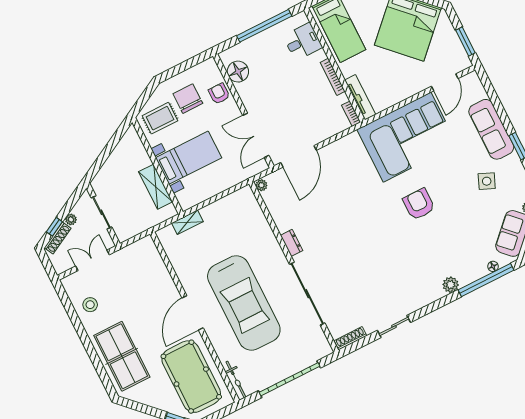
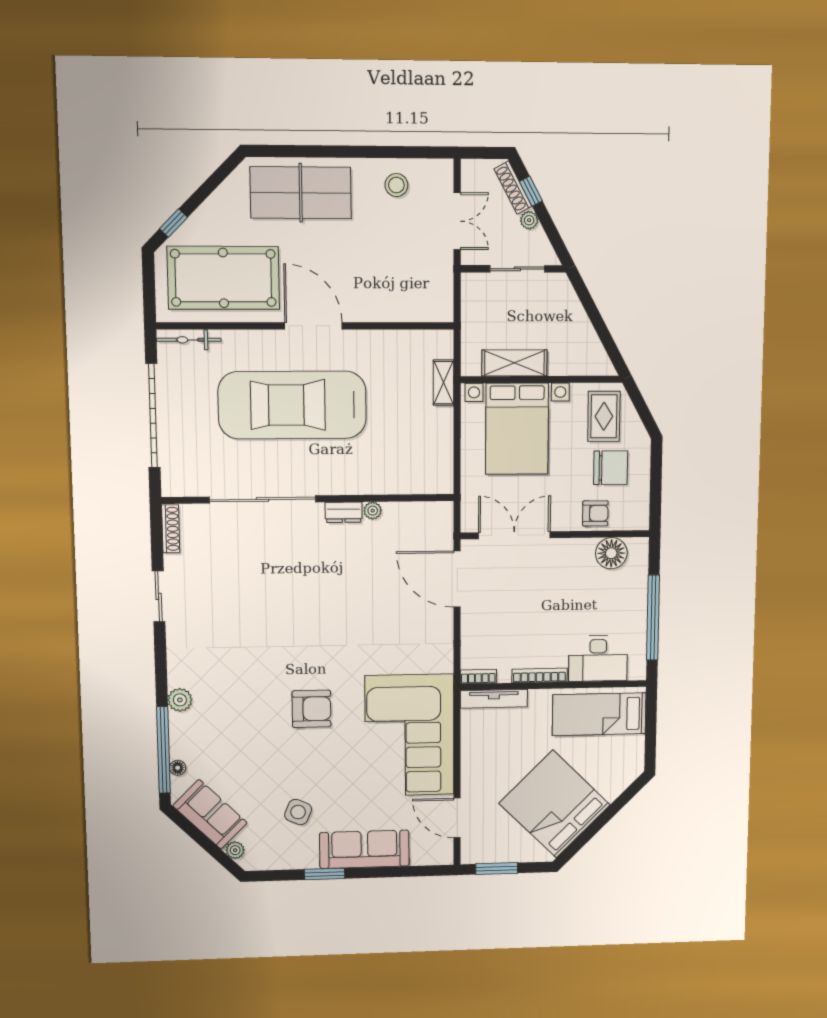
desk: (303, 42) -> (598, 659), width x1.37
bed with nightstands: (189, 158) -> (517, 429), width x1.36
plant: (261, 185) -> (373, 511), moved

